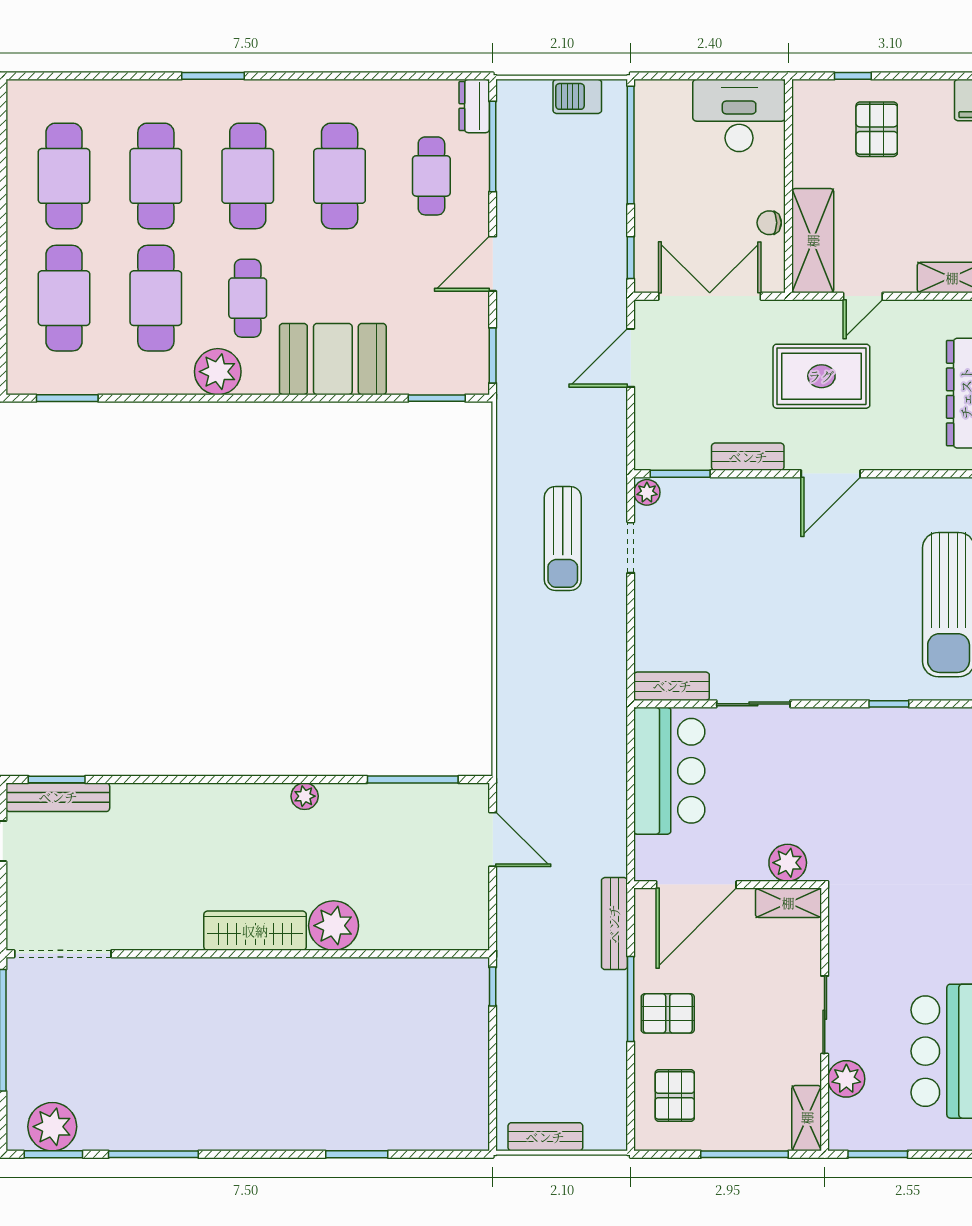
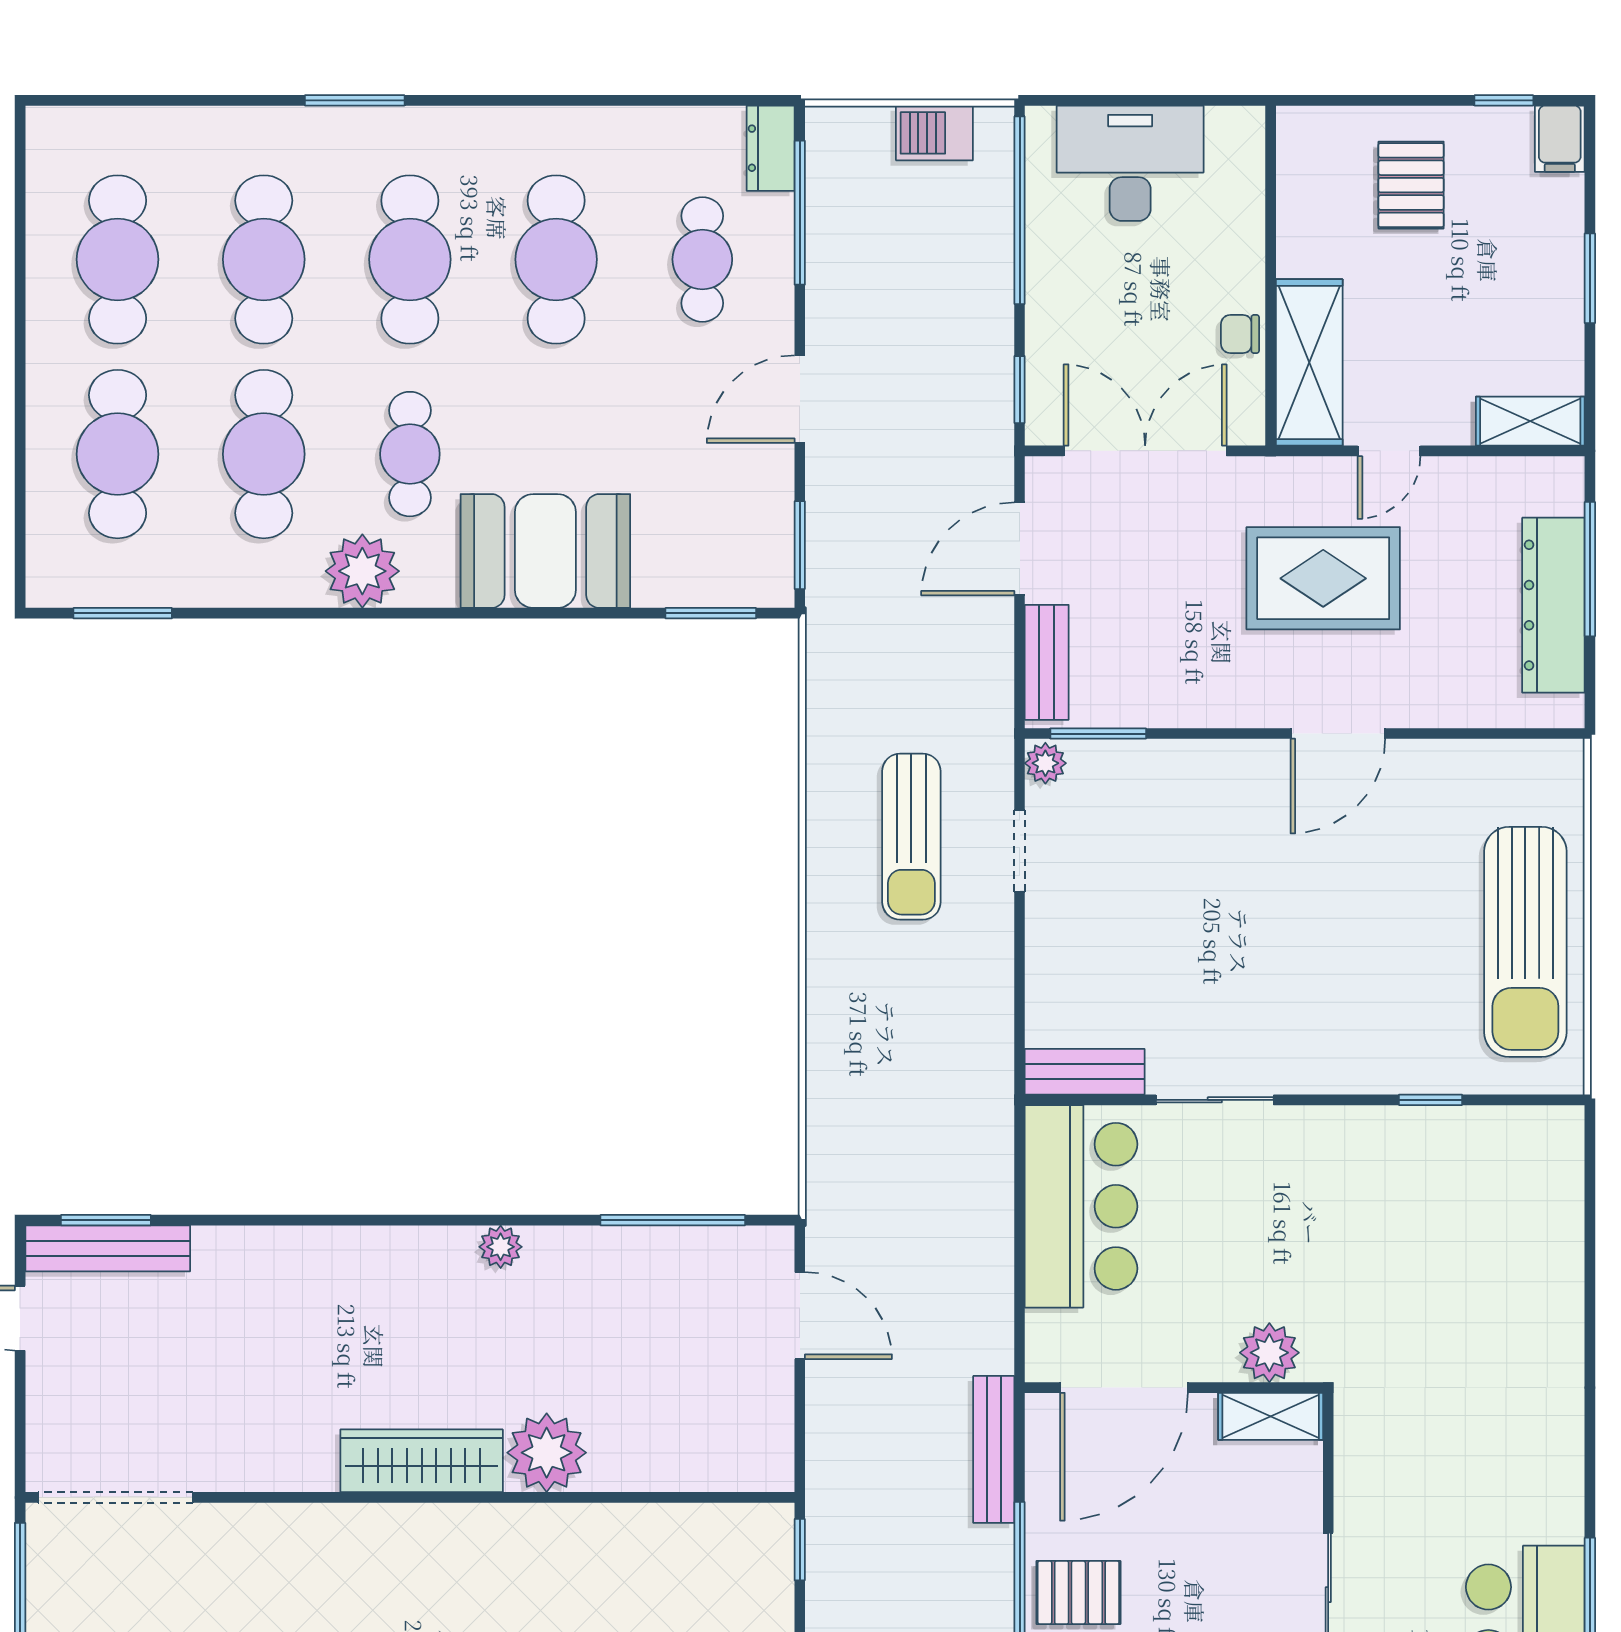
window: (853, 76) -> (1504, 100), moved
desk: (739, 115) -> (1130, 163), moved
bench: (748, 457) -> (1047, 662), moved, turned 90

